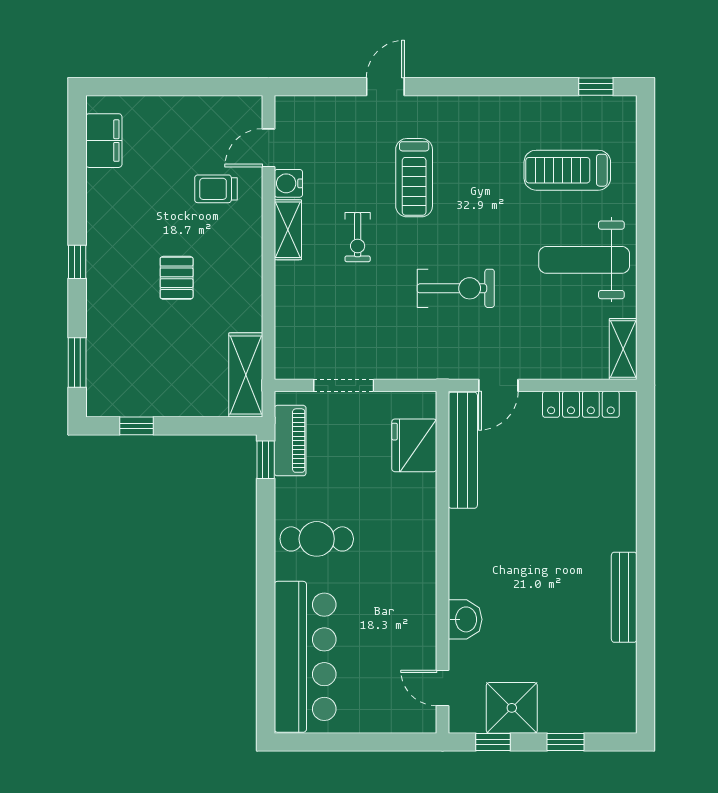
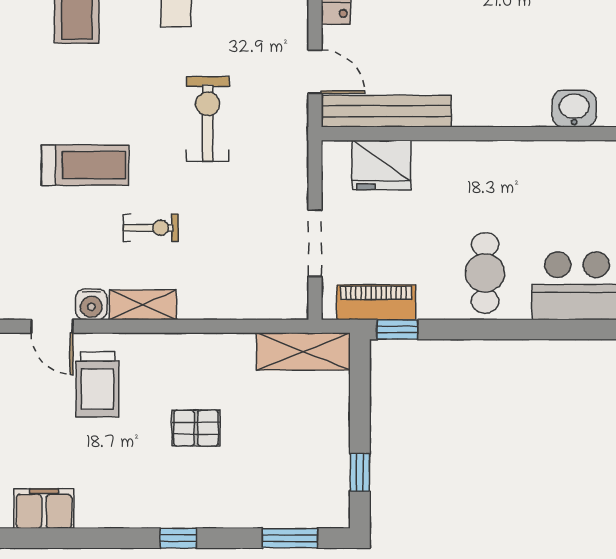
trolley: (216, 189) -> (97, 384), width x1.36, depth x1.39

